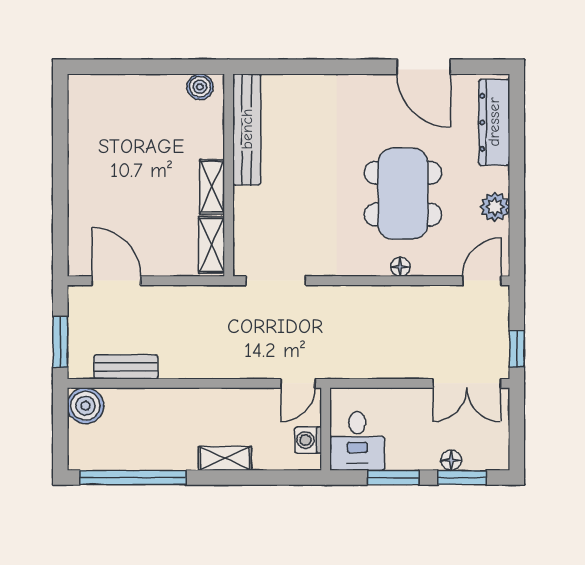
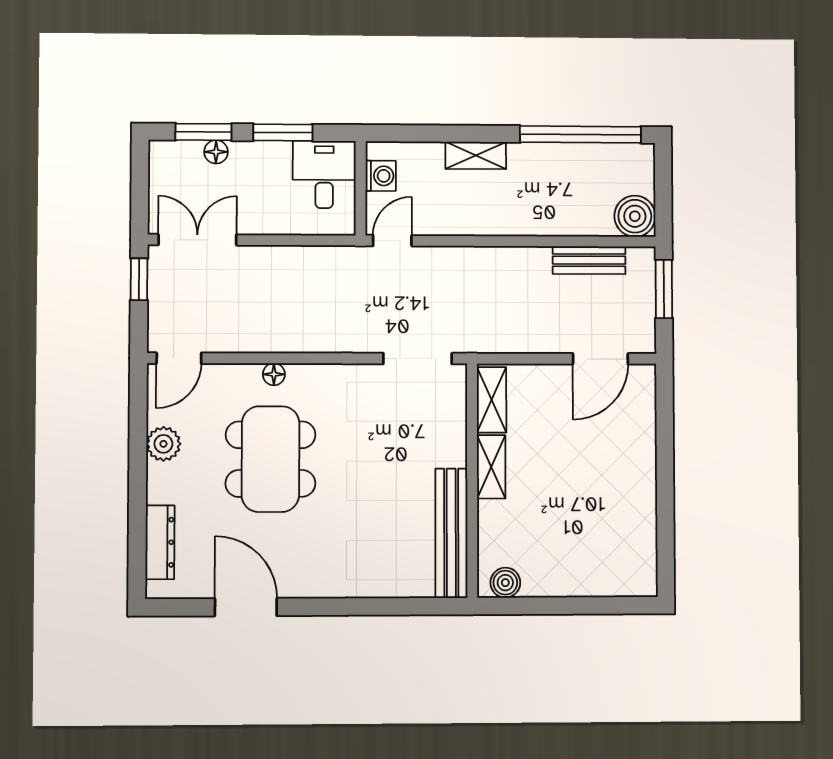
dresser: (494, 122) -> (160, 542), width x0.73, depth x0.80
door: (116, 281) -> (600, 359), hinge flipped

